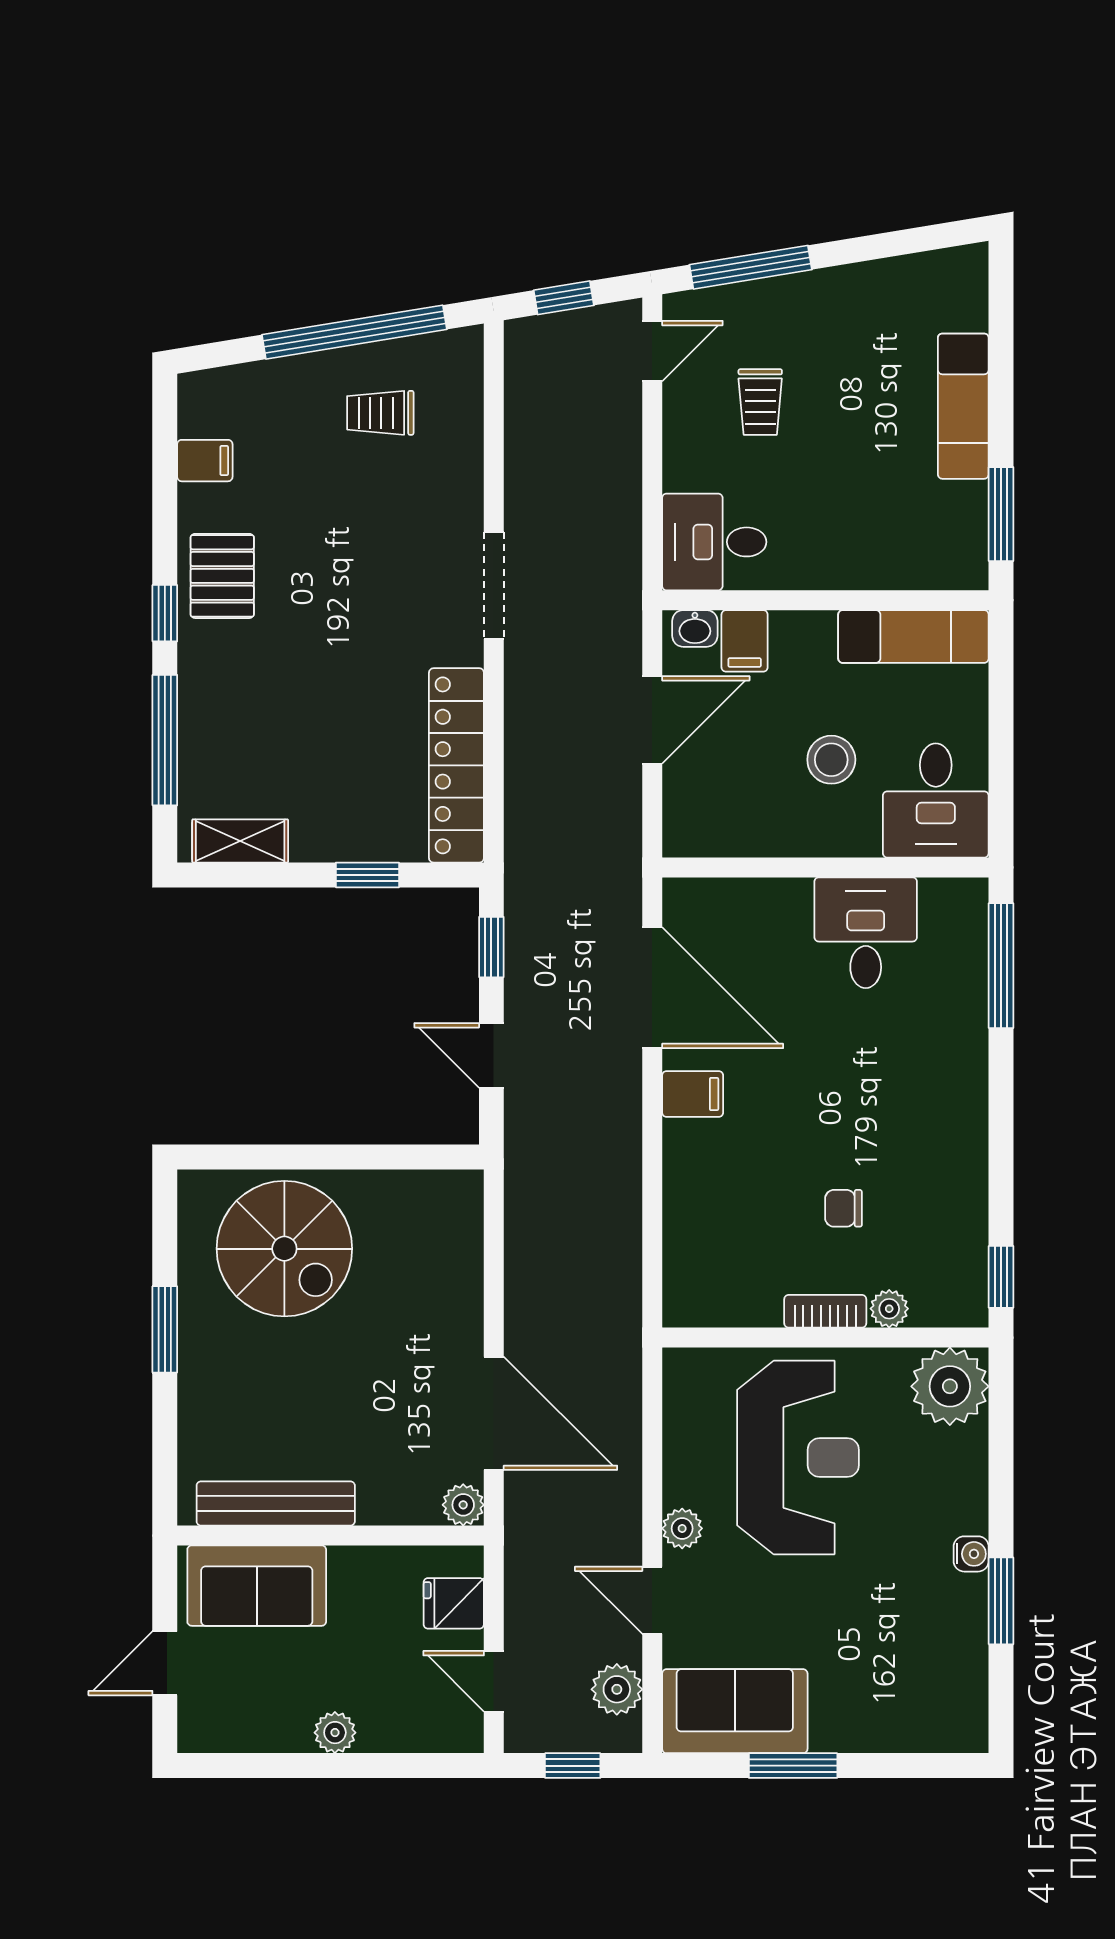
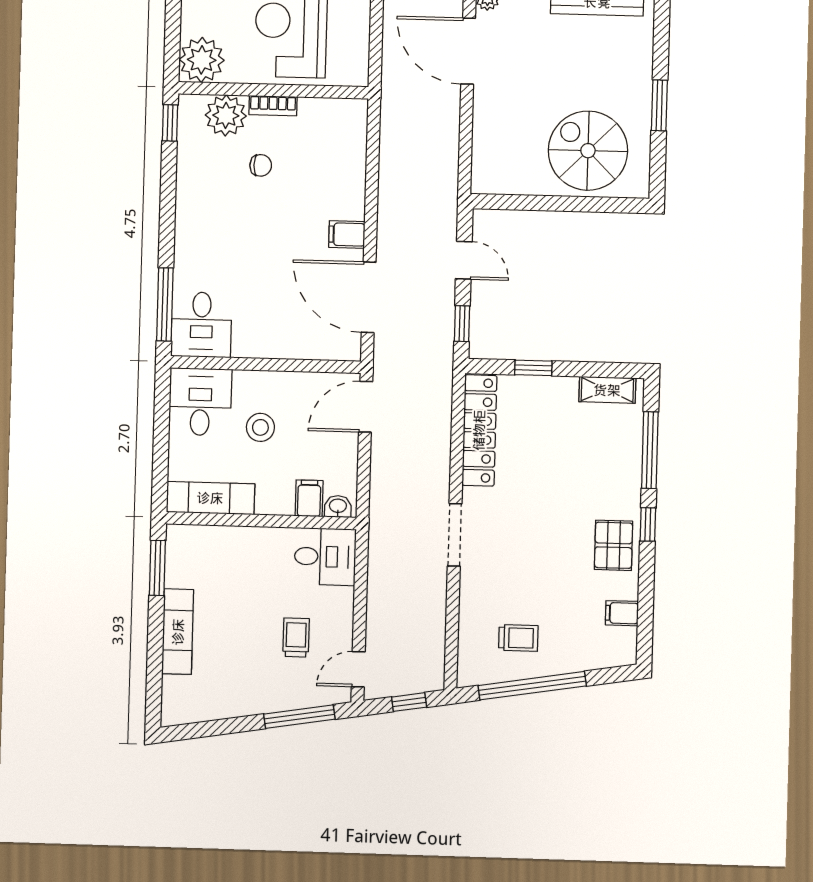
door: (652, 720) -> (366, 407), moved
desk: (866, 933) -> (201, 325), moved
plant: (889, 1309) -> (226, 115), width x1.88, depth x1.88

